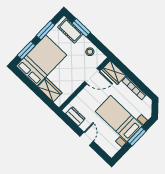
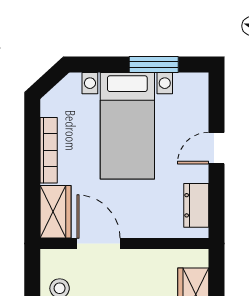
window: (137, 136) -> (154, 65), moved

